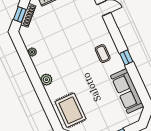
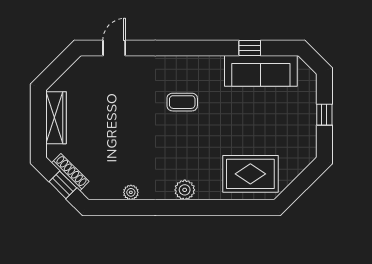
coffee table: (103, 54) -> (182, 102), moved
window: (126, 58) -> (250, 48), moved

